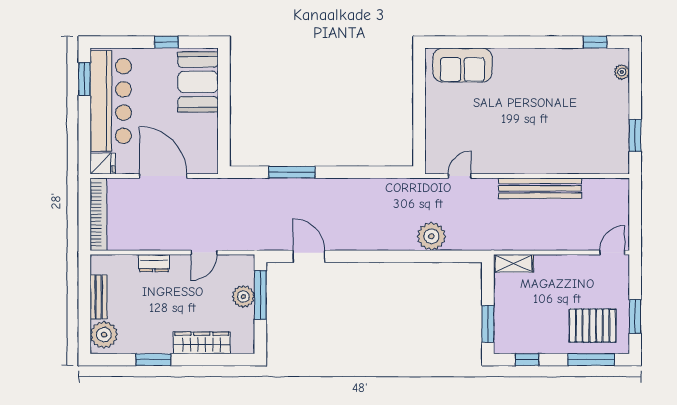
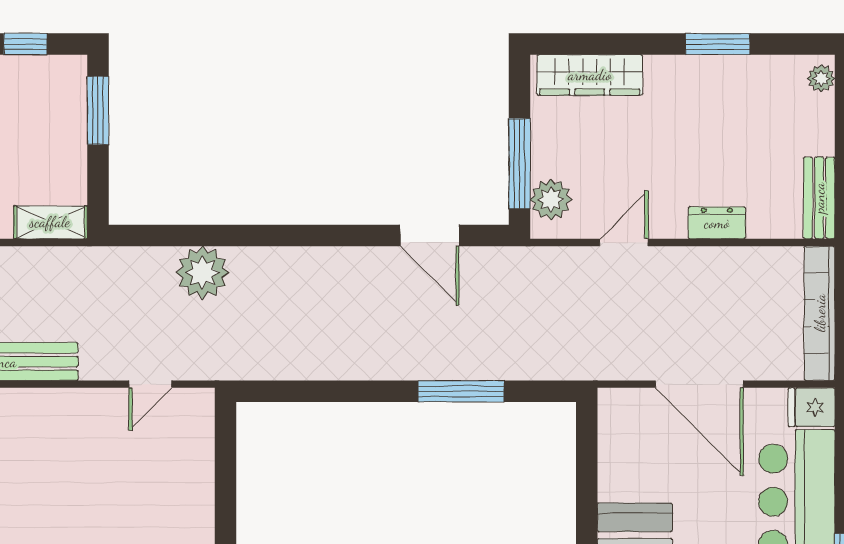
bench: (99, 297) -> (819, 198), moved
plant: (243, 297) -> (551, 200), moved
plant: (104, 335) -> (821, 78), width x0.53, depth x0.53
wardrobe: (202, 343) -> (590, 75), moved

